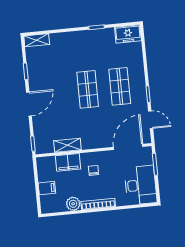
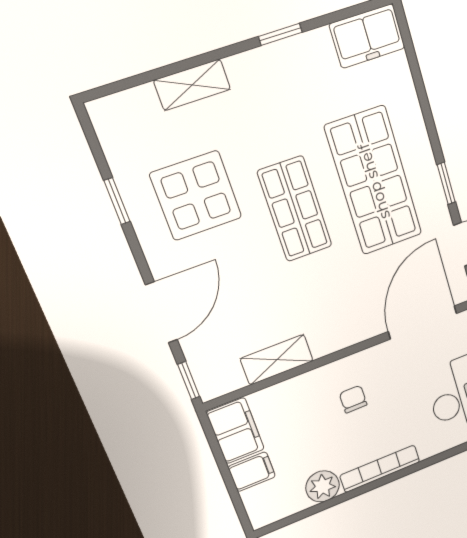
shelving: (37, 40) -> (192, 85), moved
display table: (53, 76) -> (196, 196), added
shop shelf: (120, 86) -> (374, 181), width x1.43, depth x1.36
door: (29, 104) -> (161, 312), moved
filing cabinet: (68, 162) -> (235, 431), moved, turned -90

